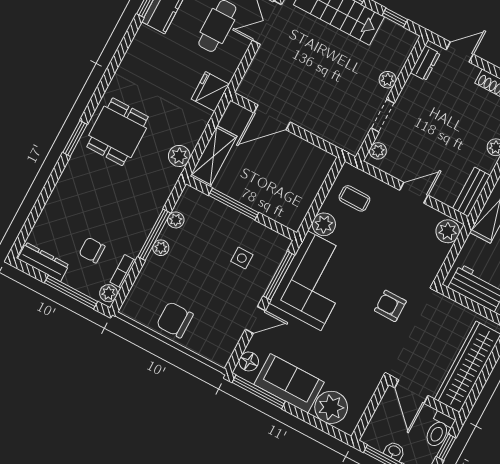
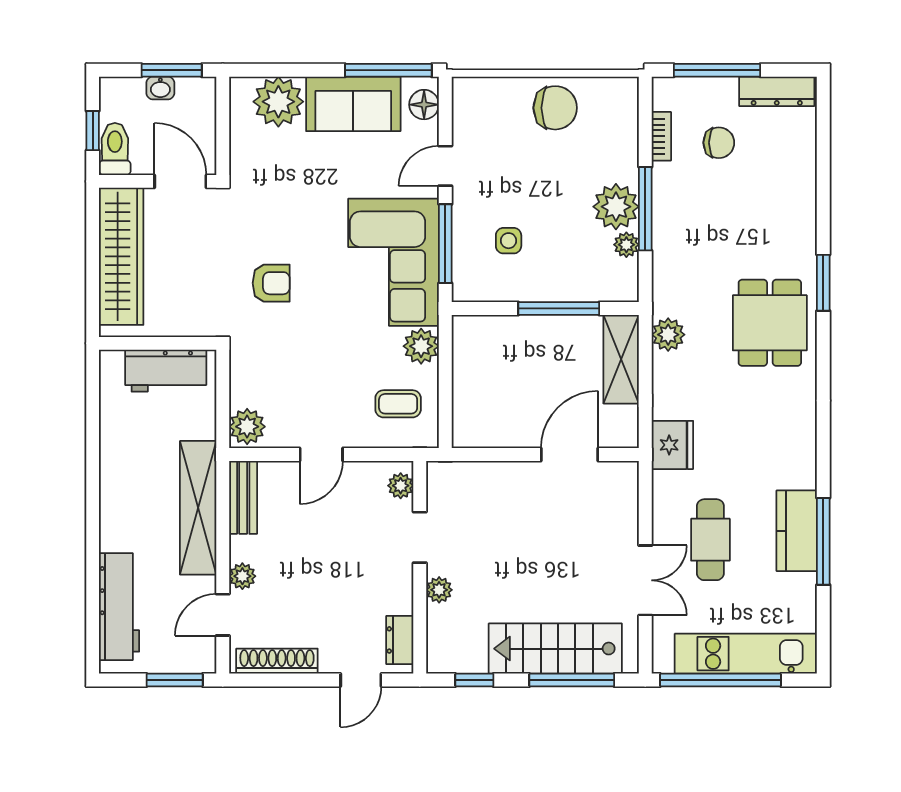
plant: (161, 248) -> (616, 207), width x1.87, depth x1.87
plant: (109, 293) -> (665, 96), removed

